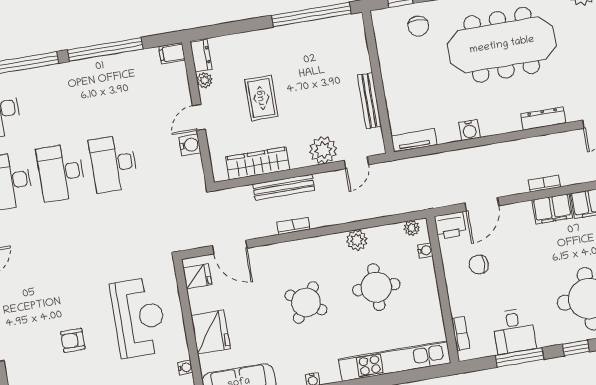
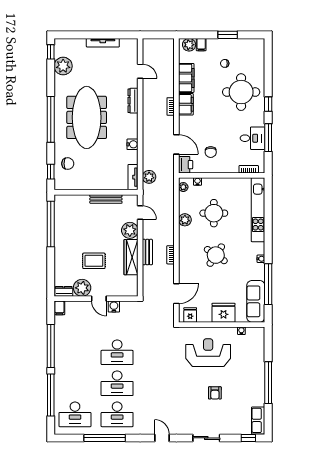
plant: (204, 80) -> (82, 288), width x1.87, depth x1.87
wardrobe: (258, 163) -> (131, 257), moved
plant: (419, 167) -> (149, 177), added
bench: (284, 187) -> (147, 252), width x0.73

